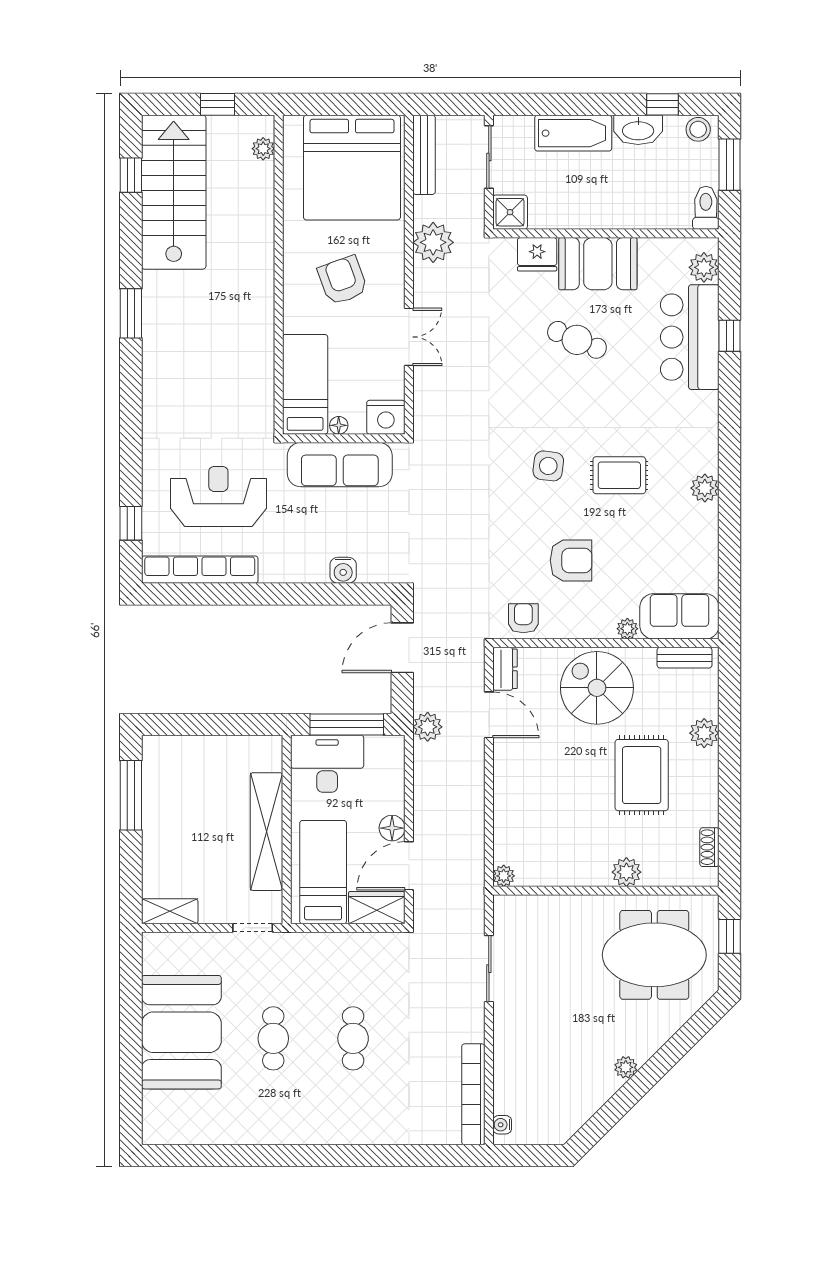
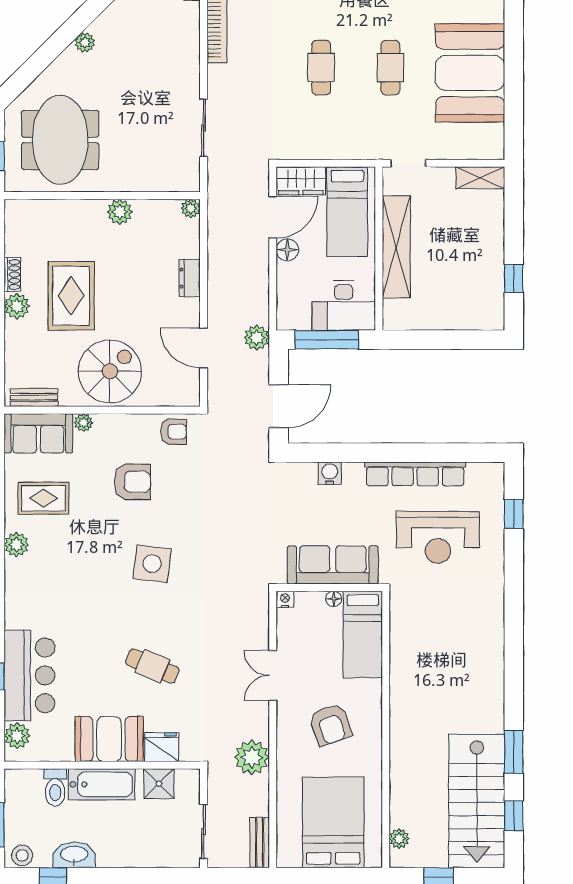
bathtub: (573, 133) -> (102, 784), moved, turned 180
bench: (424, 155) -> (260, 843), width x0.73
bed: (352, 168) -> (333, 822), width x0.73
toilet: (706, 208) -> (55, 787), moved
shower: (510, 212) -> (159, 784), moved
window: (131, 313) -> (514, 752), moved
cafe table: (577, 340) -> (152, 666), moved
nightstand: (386, 417) -> (285, 599), width x0.53, depth x0.56
side table: (548, 466) -> (152, 564), width x1.37, depth x1.37
rug: (619, 475) -> (43, 498), moved
armchair: (571, 560) -> (132, 482), turned 180
row of seats: (200, 570) -> (415, 474), moved
armchair: (523, 618) -> (174, 432), turned -90
dresser: (505, 669) -> (190, 278), moved
spiral stairs: (597, 688) -> (110, 371), turned -90
plant: (704, 733) -> (17, 306), moved
window: (131, 795) -> (514, 278), width x0.46
shoe rack: (709, 847) -> (12, 275), moved
plant: (626, 872) -> (120, 212), moved
meeting table: (654, 955) -> (60, 140), turned 90

